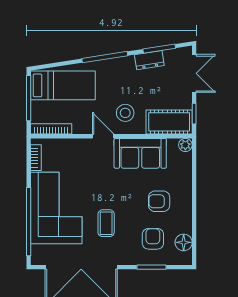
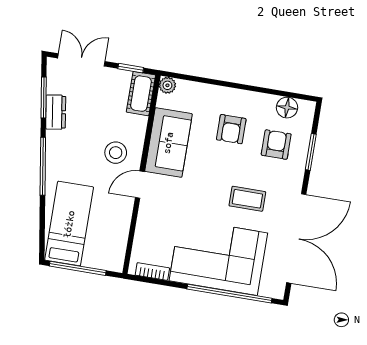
cot: (169, 122) -> (141, 94), width x0.73, depth x0.75
bookcase: (51, 129) -> (120, 247), removed
armchair: (153, 239) -> (276, 145), turned 90

